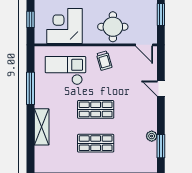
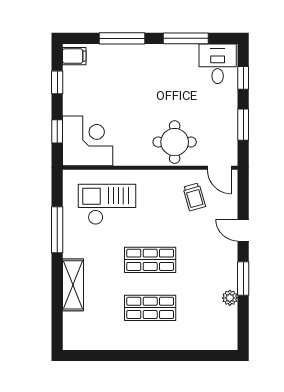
corner desk: (64, 26) -> (88, 141), moved, turned 90
trolley: (104, 61) -> (194, 197), moved
window: (161, 146) -> (243, 279), moved

